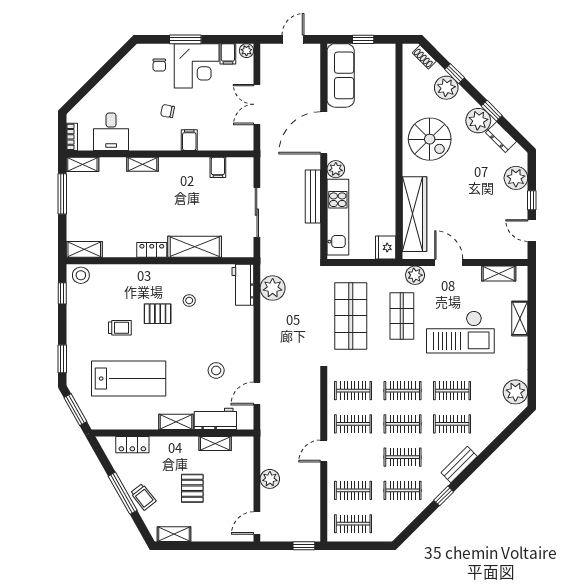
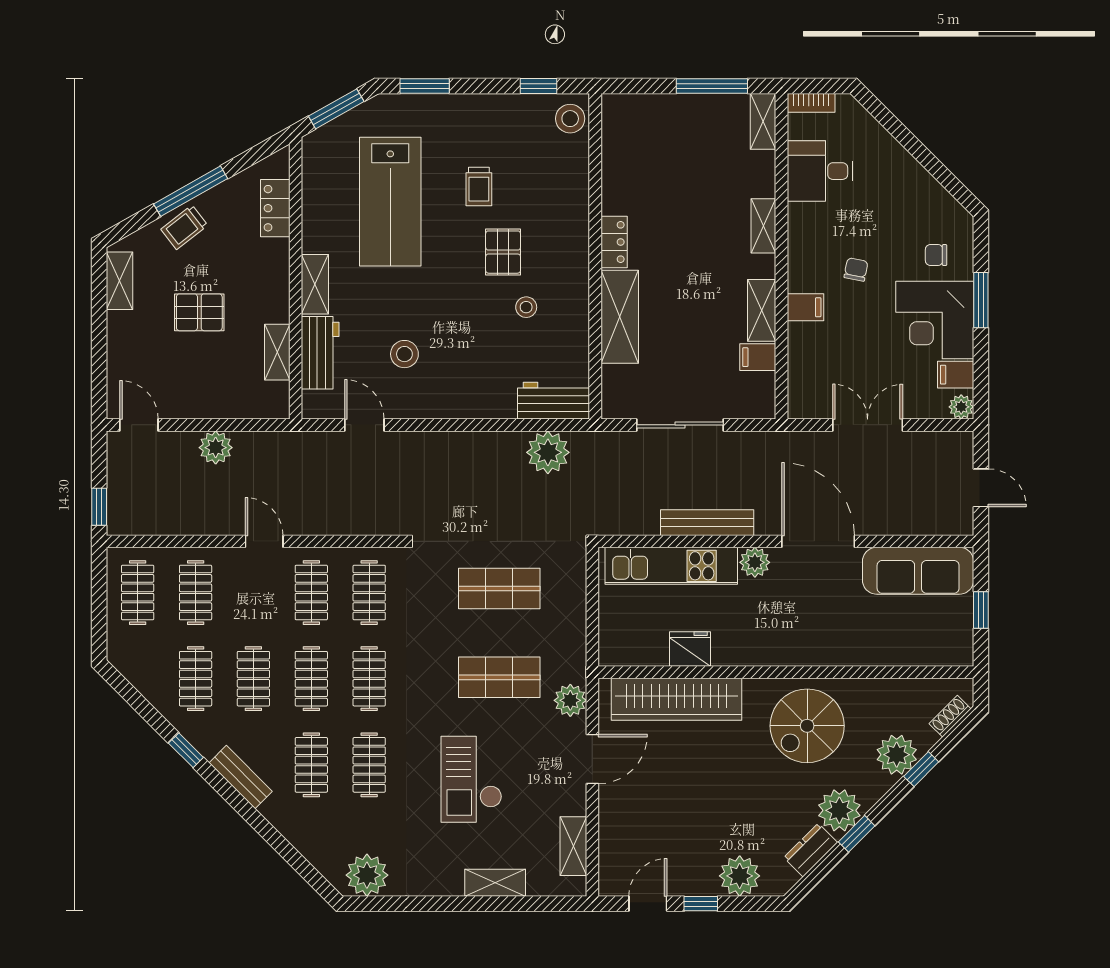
fridge: (386, 247) -> (690, 649), moved
shelving: (84, 249) -> (762, 310), moved
shop shelf: (351, 316) -> (499, 588), width x0.70, depth x0.74
checkout: (460, 332) -> (471, 779), width x0.73, depth x0.83

